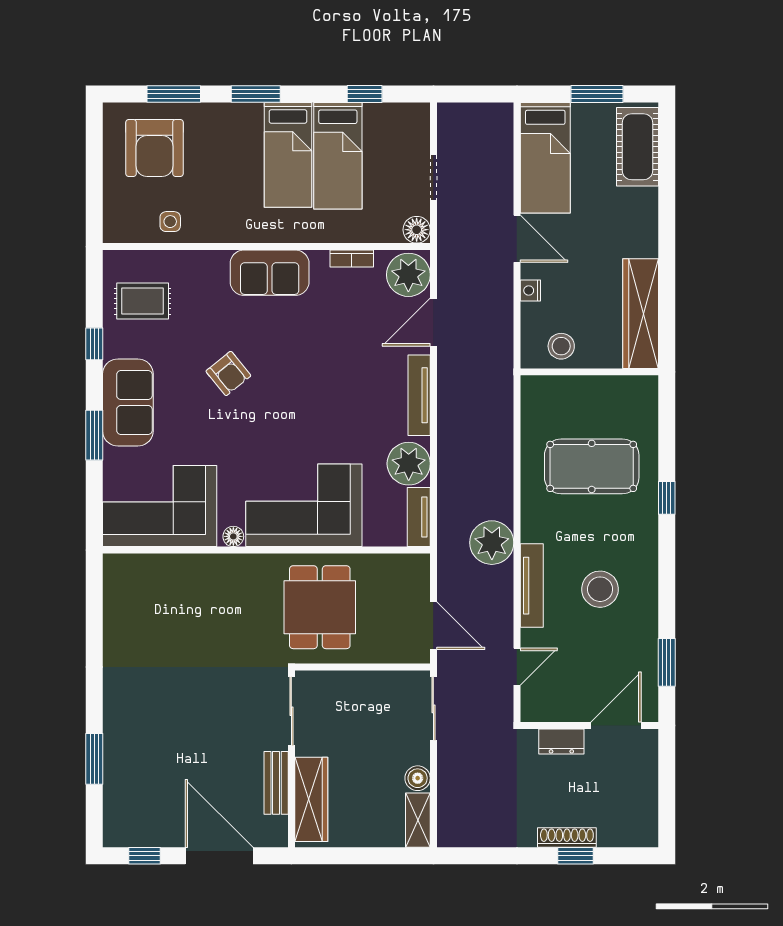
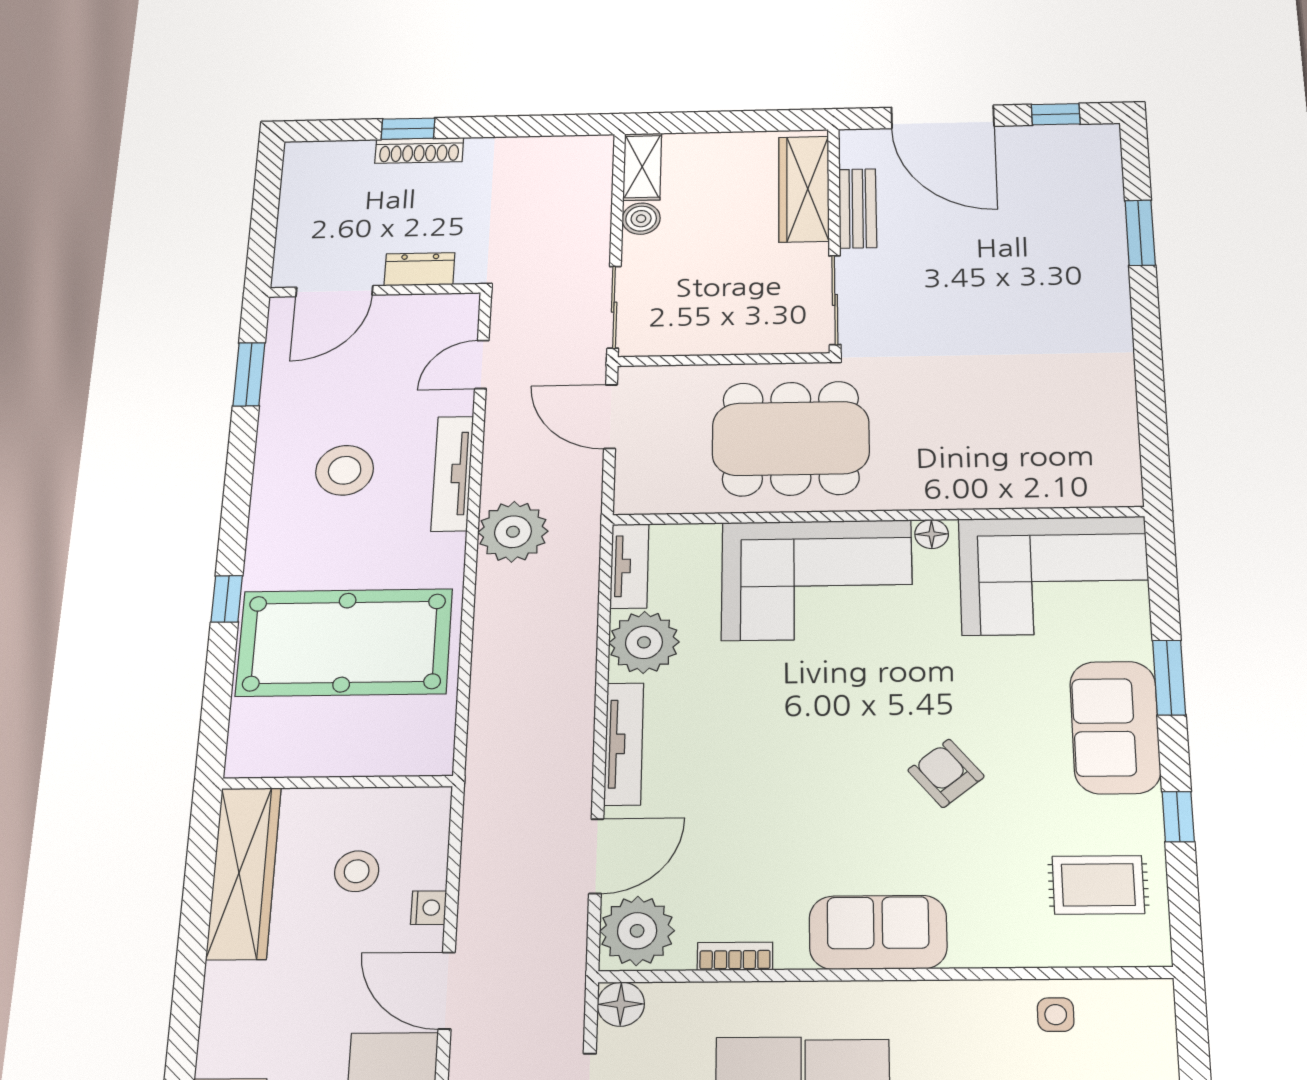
stool: (561, 346) -> (357, 871), moved
pool table: (592, 466) -> (344, 642), width x1.36, depth x1.32
dining table: (320, 607) -> (791, 438), width x1.37

